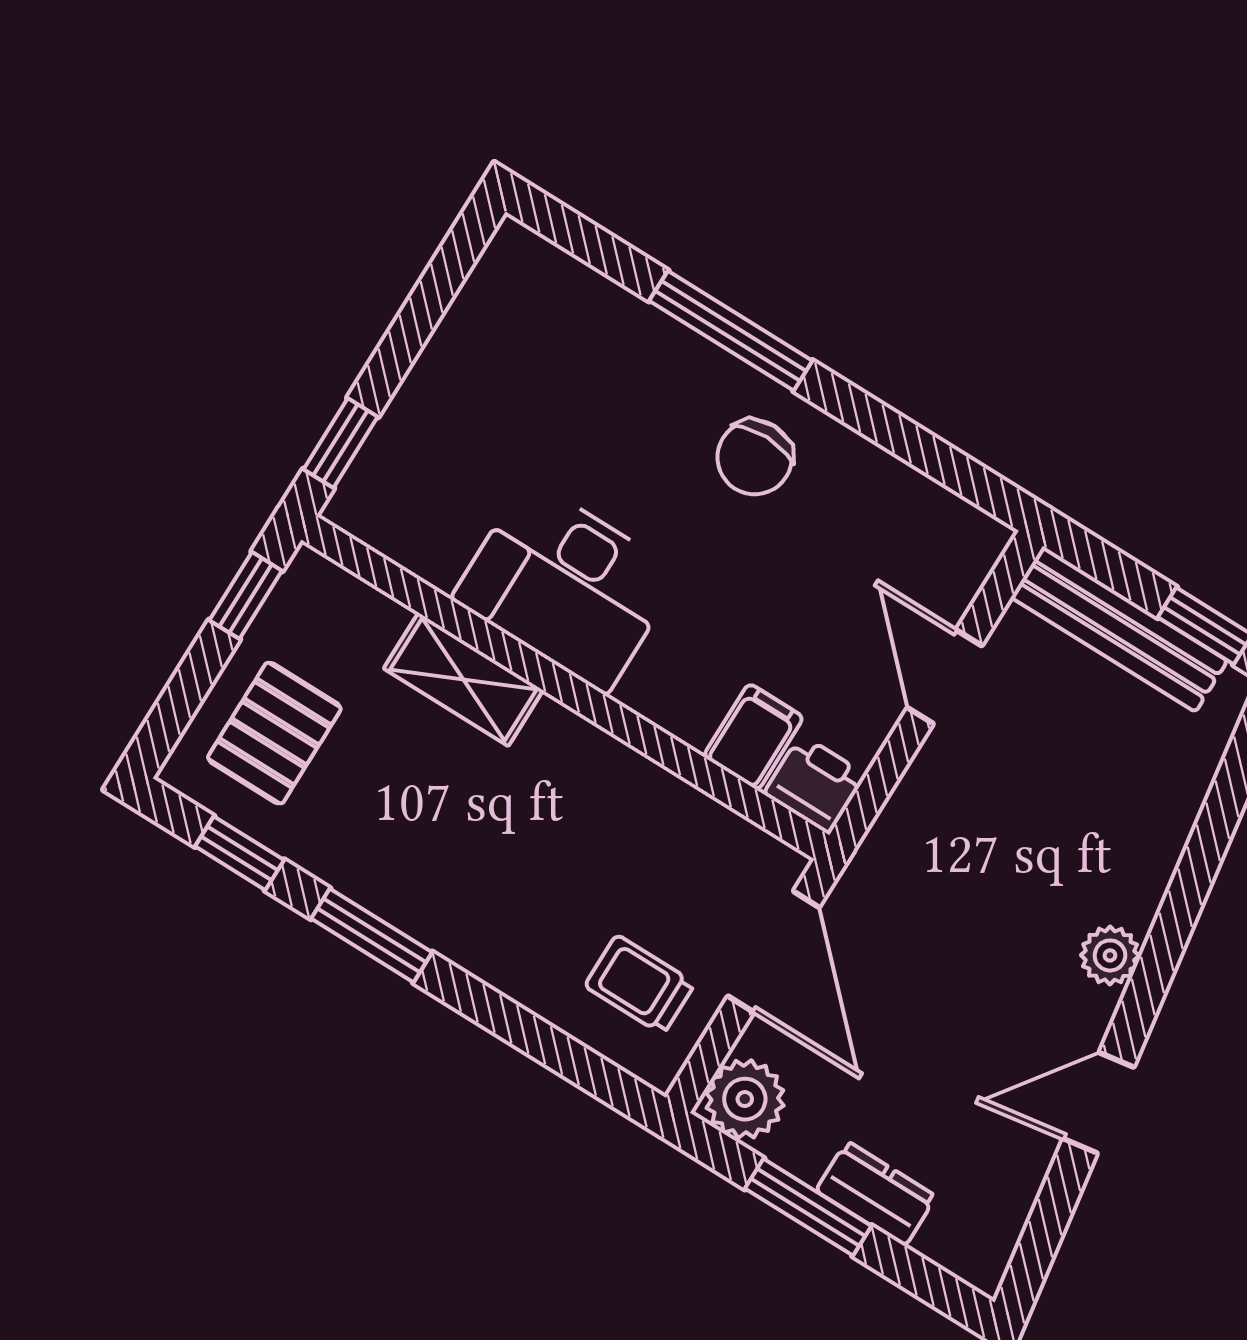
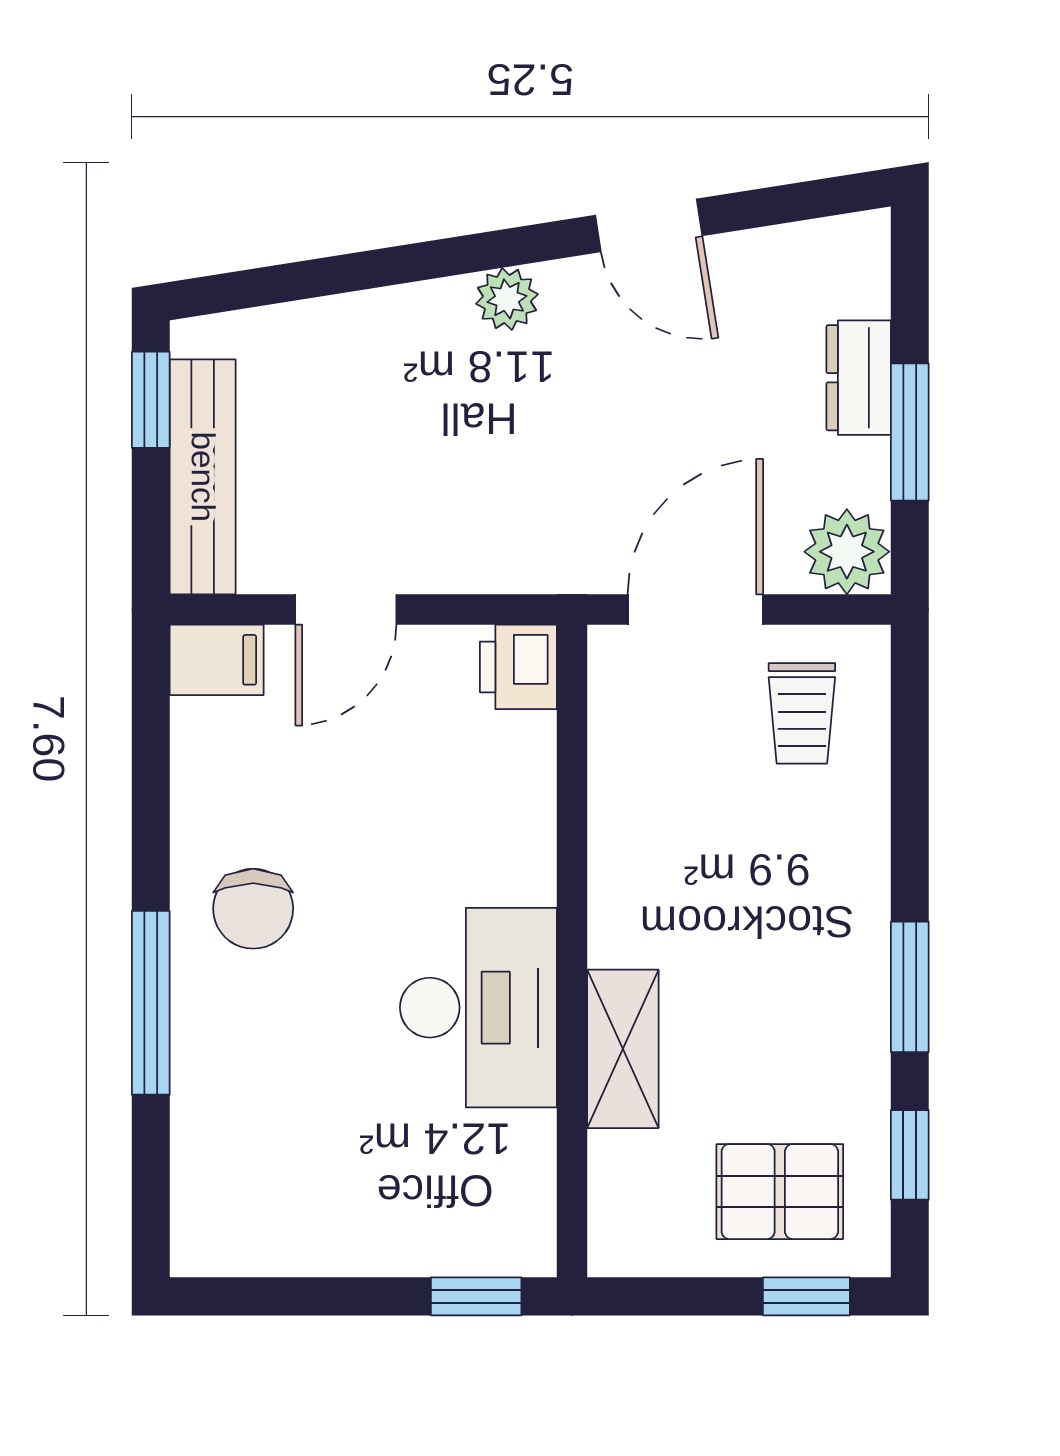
chair: (755, 457) -> (253, 909), turned 90
window: (246, 595) -> (806, 1296), moved
filing cabinet: (753, 737) -> (217, 660), moved, turned 180

